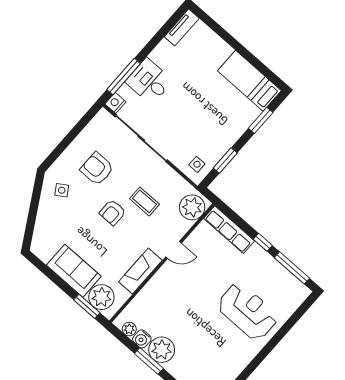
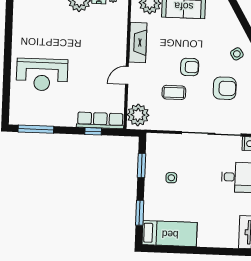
side table: (197, 164) -> (171, 178), moved
armchair: (113, 212) -> (190, 67), turned 90
window: (263, 242) -> (93, 131), moved

